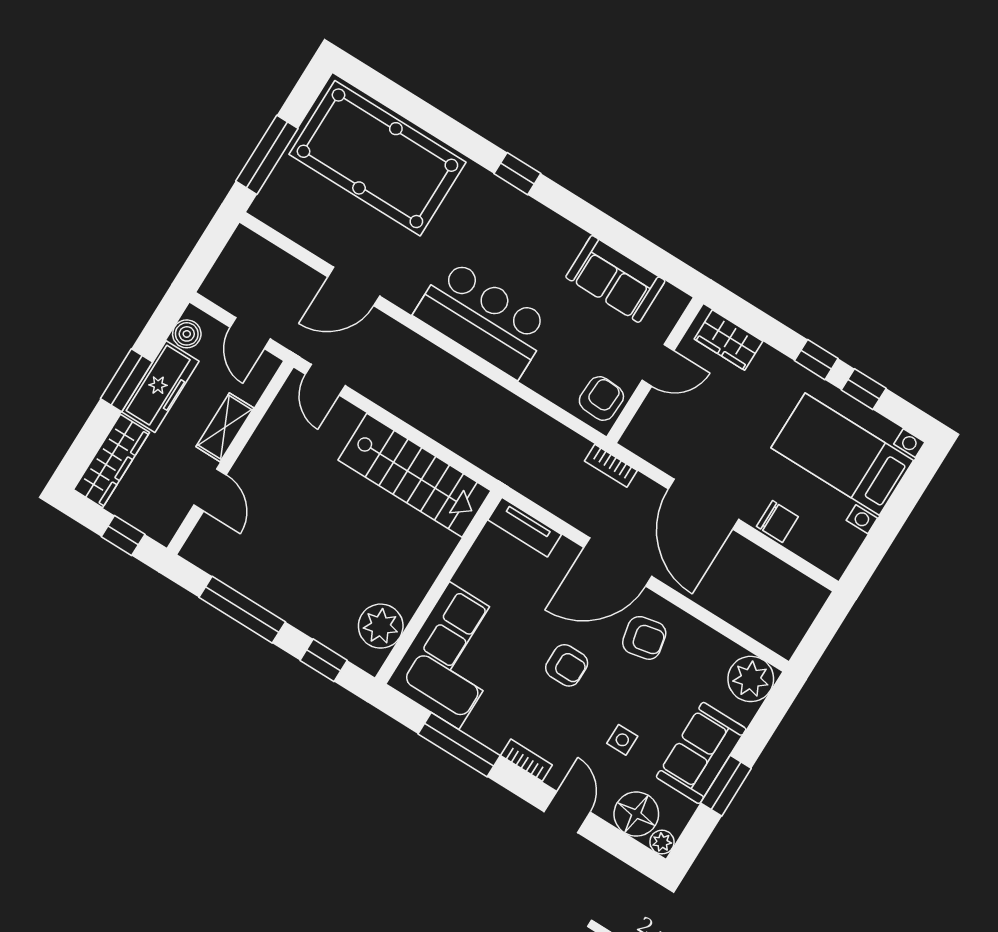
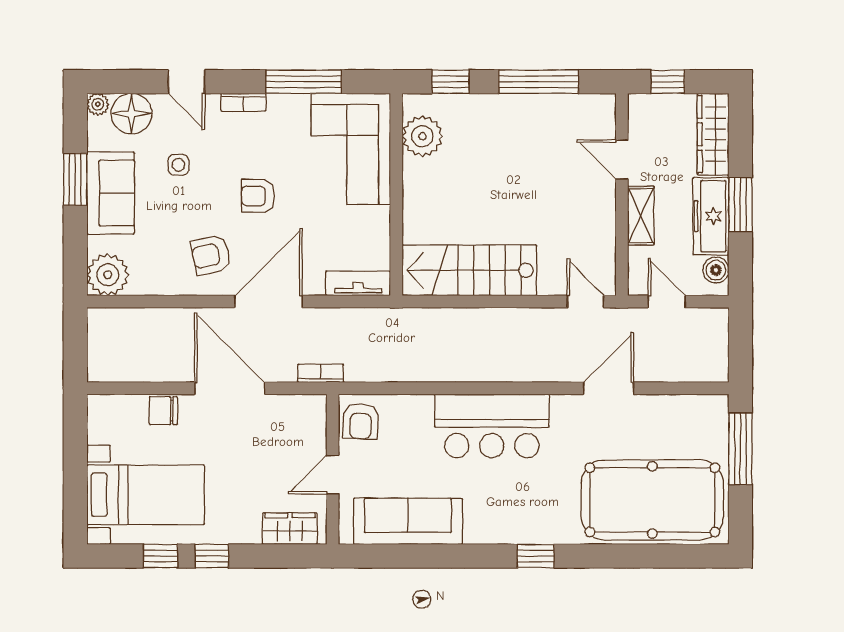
sofa: (615, 279) -> (408, 521), width x1.36

